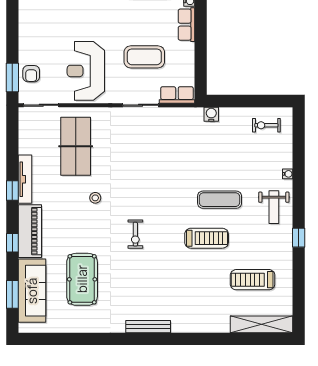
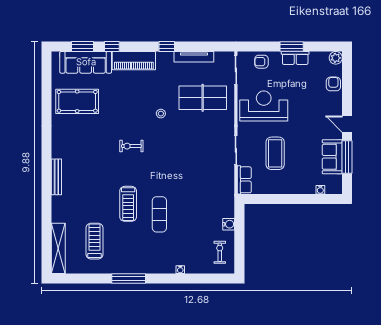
row of seats: (186, 25) -> (295, 58), moved, turned 180
window: (12, 78) -> (292, 46), moved
water cooler: (211, 114) -> (229, 224), moved
tv unit: (25, 179) -> (194, 57), moved
weight bench: (274, 207) -> (153, 258), removed
window: (299, 238) -> (129, 279), width x2.17
window: (12, 243) -> (112, 46), moved
pool table: (82, 279) -> (77, 101), moved
bench: (148, 327) -> (56, 177), moved

